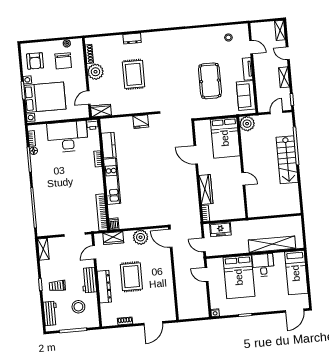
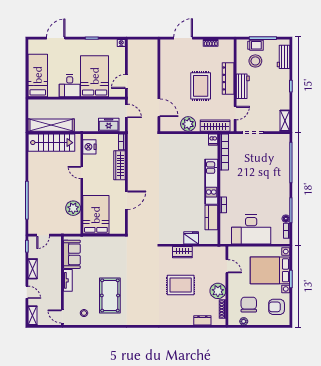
dresser: (132, 39) -> (202, 320), moved
door: (251, 47) -> (62, 316), moved
armchair: (35, 61) -> (277, 307), turned -90
rug: (134, 74) -> (181, 285), turned 90
pool table: (210, 81) -> (110, 295), moved
door: (89, 98) -> (227, 266), hinge flipped
wardrobe: (101, 111) -> (182, 252), moved
fridge: (141, 122) -> (191, 238), moved
printer: (92, 124) -> (226, 239), removed
plant: (247, 124) -> (73, 208), moved
door: (196, 155) -> (126, 200), hinge flipped
stairs: (287, 160) -> (51, 143), moved, turned 90
nightstand: (238, 205) -> (89, 147), added
wardrobe: (113, 238) -> (215, 126), width x1.50
door: (170, 238) -> (159, 108), moved
shelving: (272, 244) -> (51, 125), moved
door: (206, 275) -> (126, 81), swing flipped
trolley: (57, 286) -> (255, 45), moved
door: (295, 311) -> (56, 38), moved

